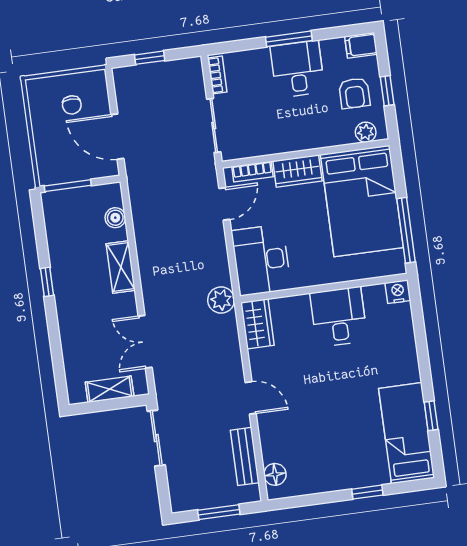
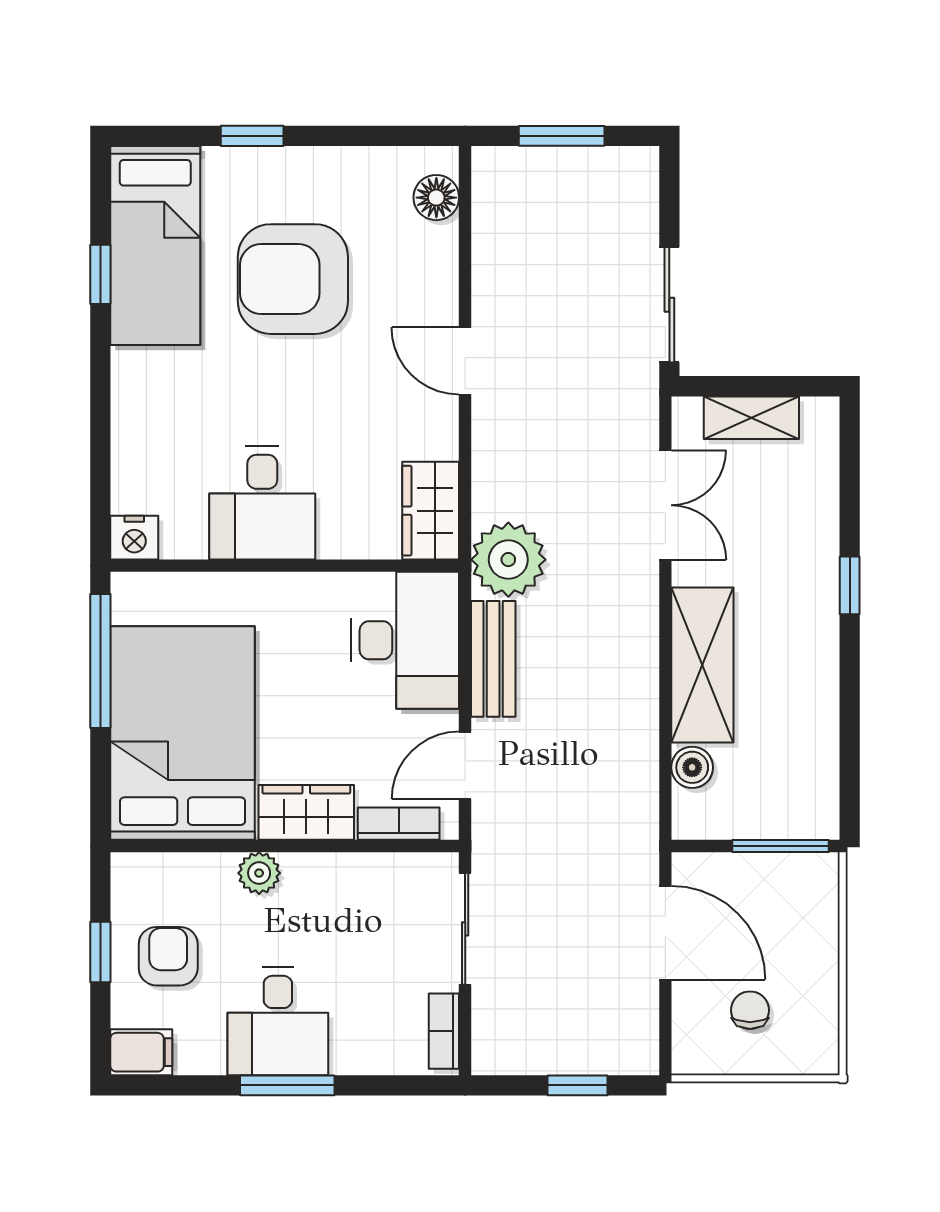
plant: (366, 132) -> (259, 873), moved
shelving: (121, 267) -> (702, 665), width x1.50, depth x1.33
window: (47, 282) -> (850, 585), moved
plant: (221, 300) -> (508, 560), width x1.36, depth x1.36
armchair: (338, 426) -> (293, 279), added
bench: (245, 456) -> (493, 659), moved

